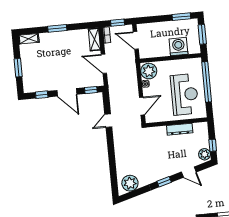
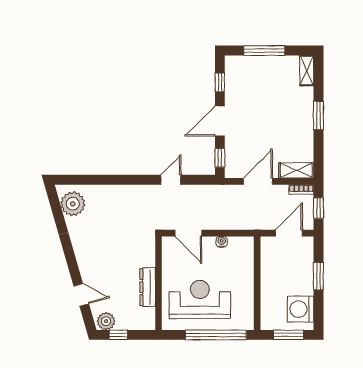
window: (181, 17) -> (318, 276), moved
washing machine: (178, 47) -> (301, 309), moved, turned 180
window: (18, 68) -> (264, 51), width x1.44
plant: (149, 71) -> (240, 248), removed
reception desk: (185, 94) -> (200, 299), turned 180
door: (108, 121) -> (171, 180), hinge flipped
door: (189, 172) -> (81, 295), swing flipped
window: (164, 182) -> (70, 256), removed

